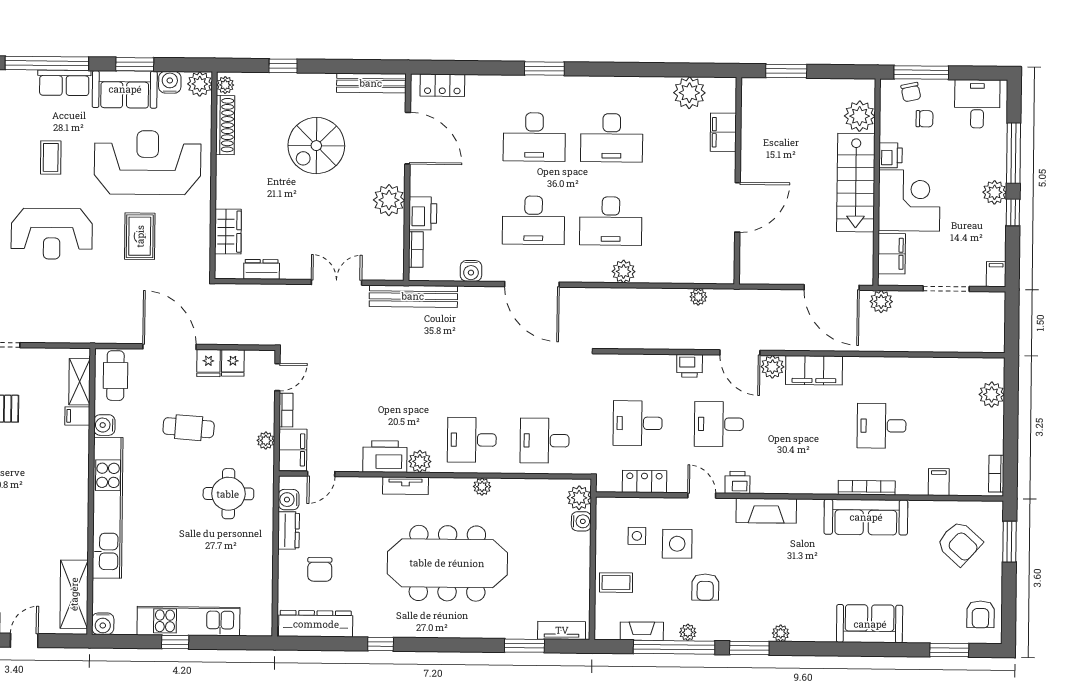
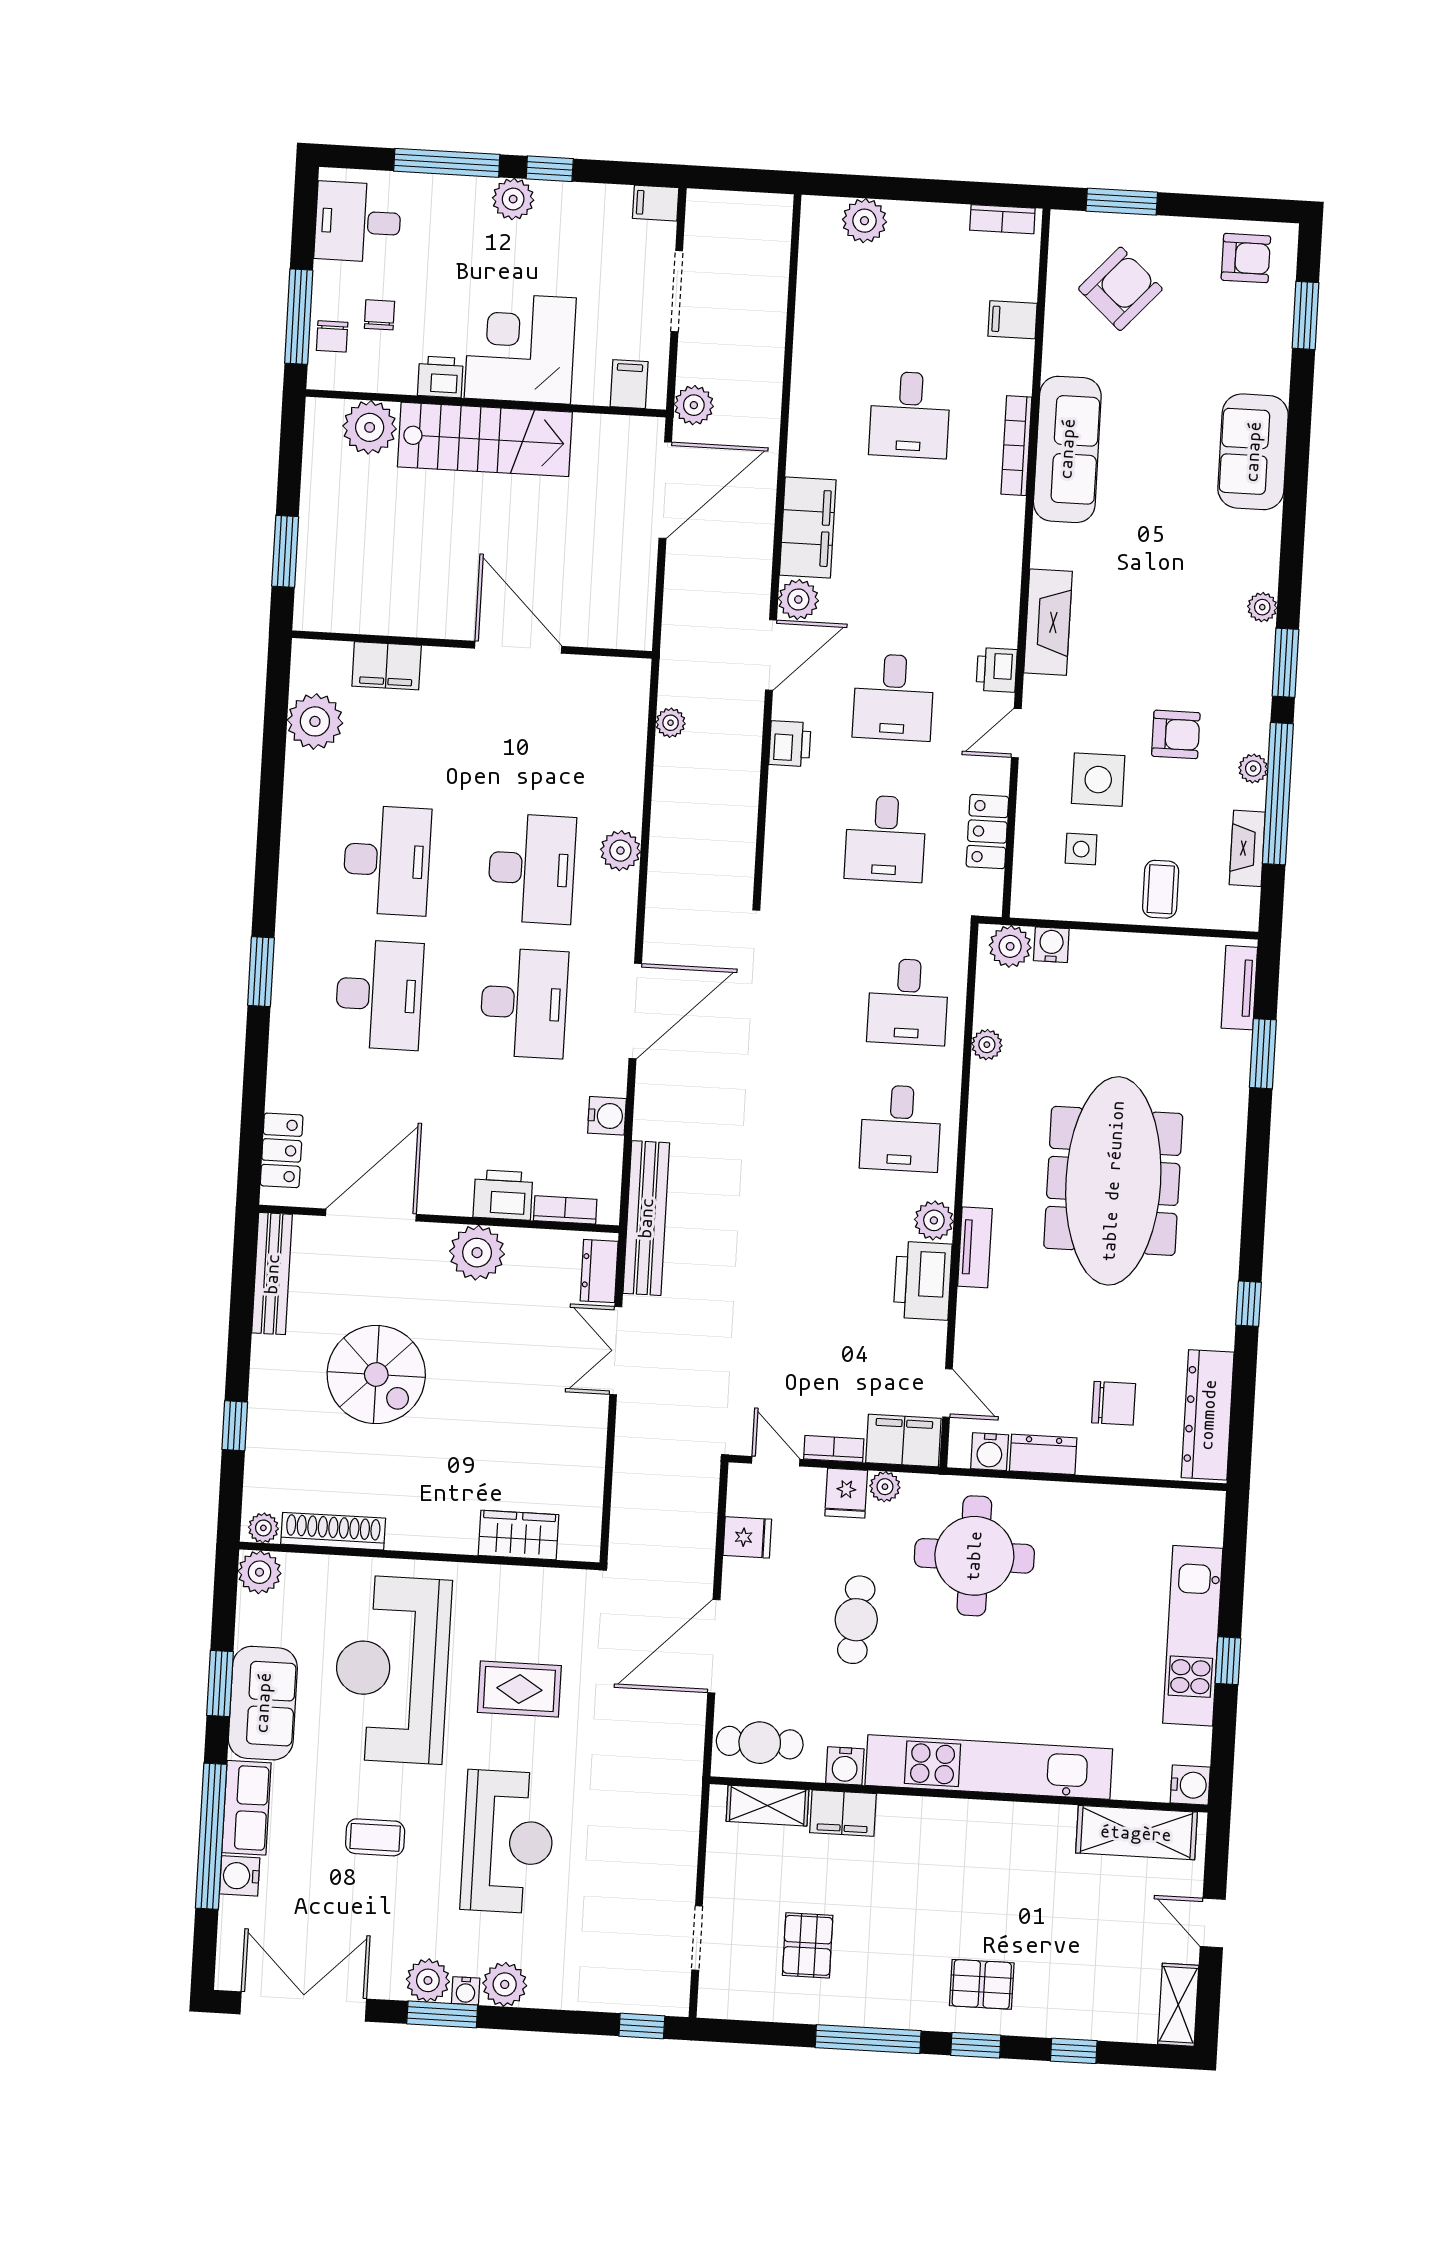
water cooler: (170, 82) -> (240, 1876), moved
chair: (911, 92) -> (332, 336), turned 102
filing cabinet: (892, 254) -> (629, 384), width x0.50
dresser: (262, 269) -> (599, 1271), moved
fridge: (208, 363) -> (846, 1493), moved, turned 90
filing cabinet: (77, 416) -> (843, 1813), width x2.00
plant: (482, 487) -> (987, 1045), moved
round table: (228, 494) -> (974, 1556), width x1.36, depth x1.36

